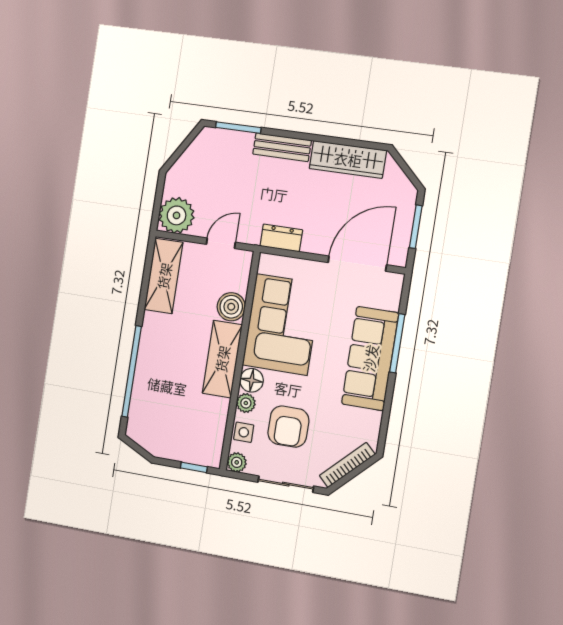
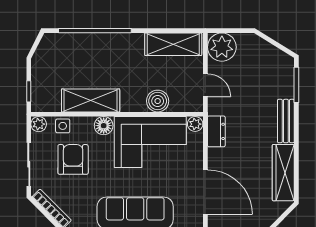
shelving: (222, 359) -> (91, 100), moved
plant: (246, 403) -> (195, 124), moved
armchair: (288, 427) -> (73, 159), turned 90

